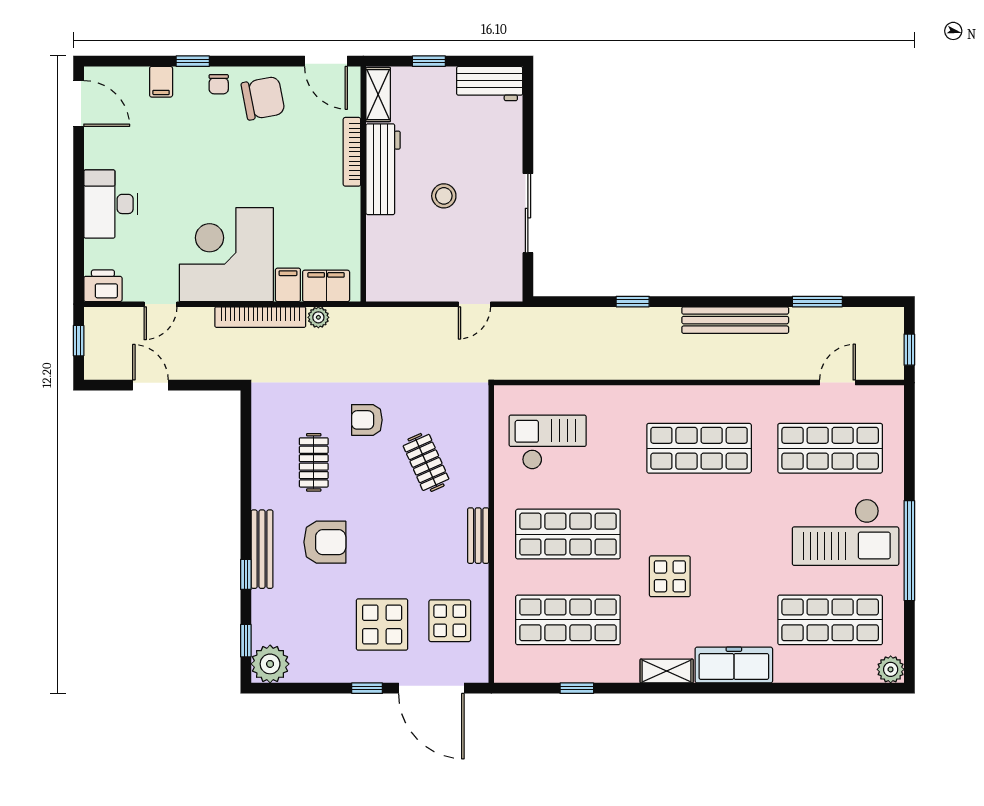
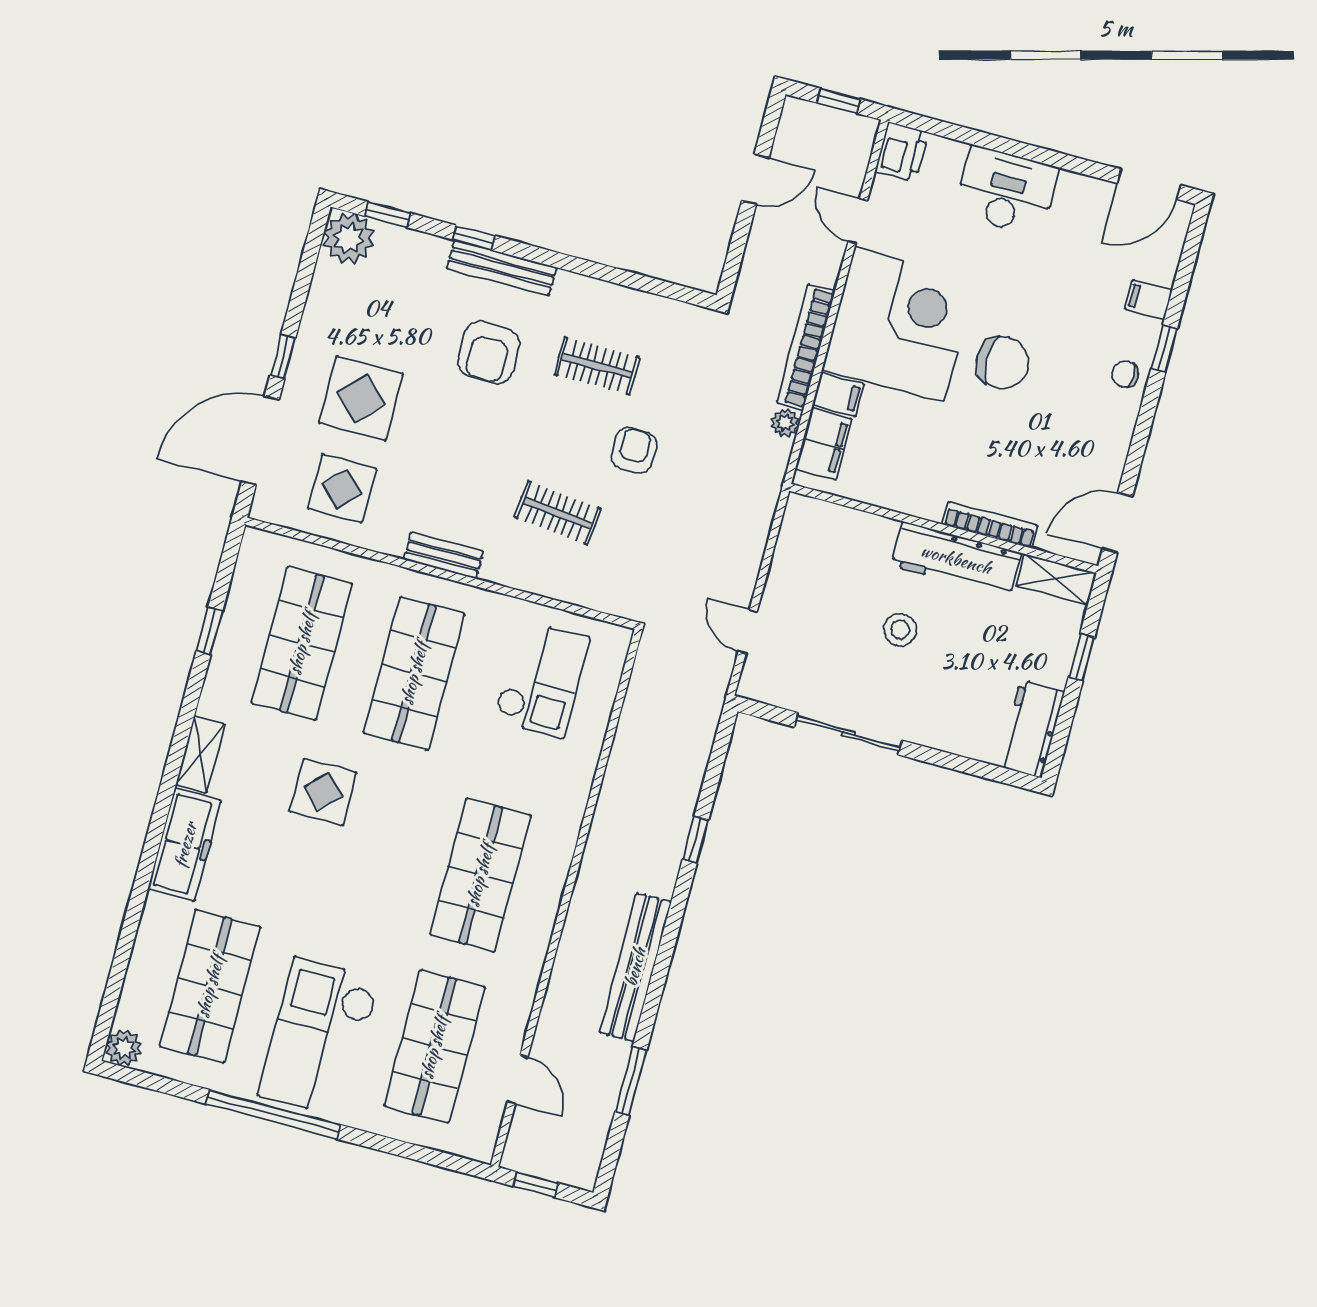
chair: (263, 98) -> (1003, 363), moved, turned -79
clothes rail: (426, 462) -> (558, 513), turned 30

